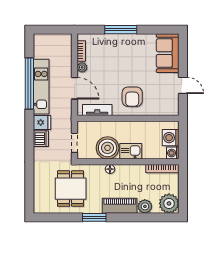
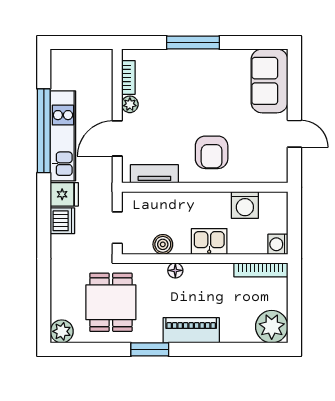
door: (74, 88) -> (117, 138), swing flipped
washing machine: (171, 138) -> (245, 205), moved, turned -90
boiler: (108, 148) -> (163, 244), width x0.54, depth x0.54
plant: (145, 206) -> (62, 331), moved

